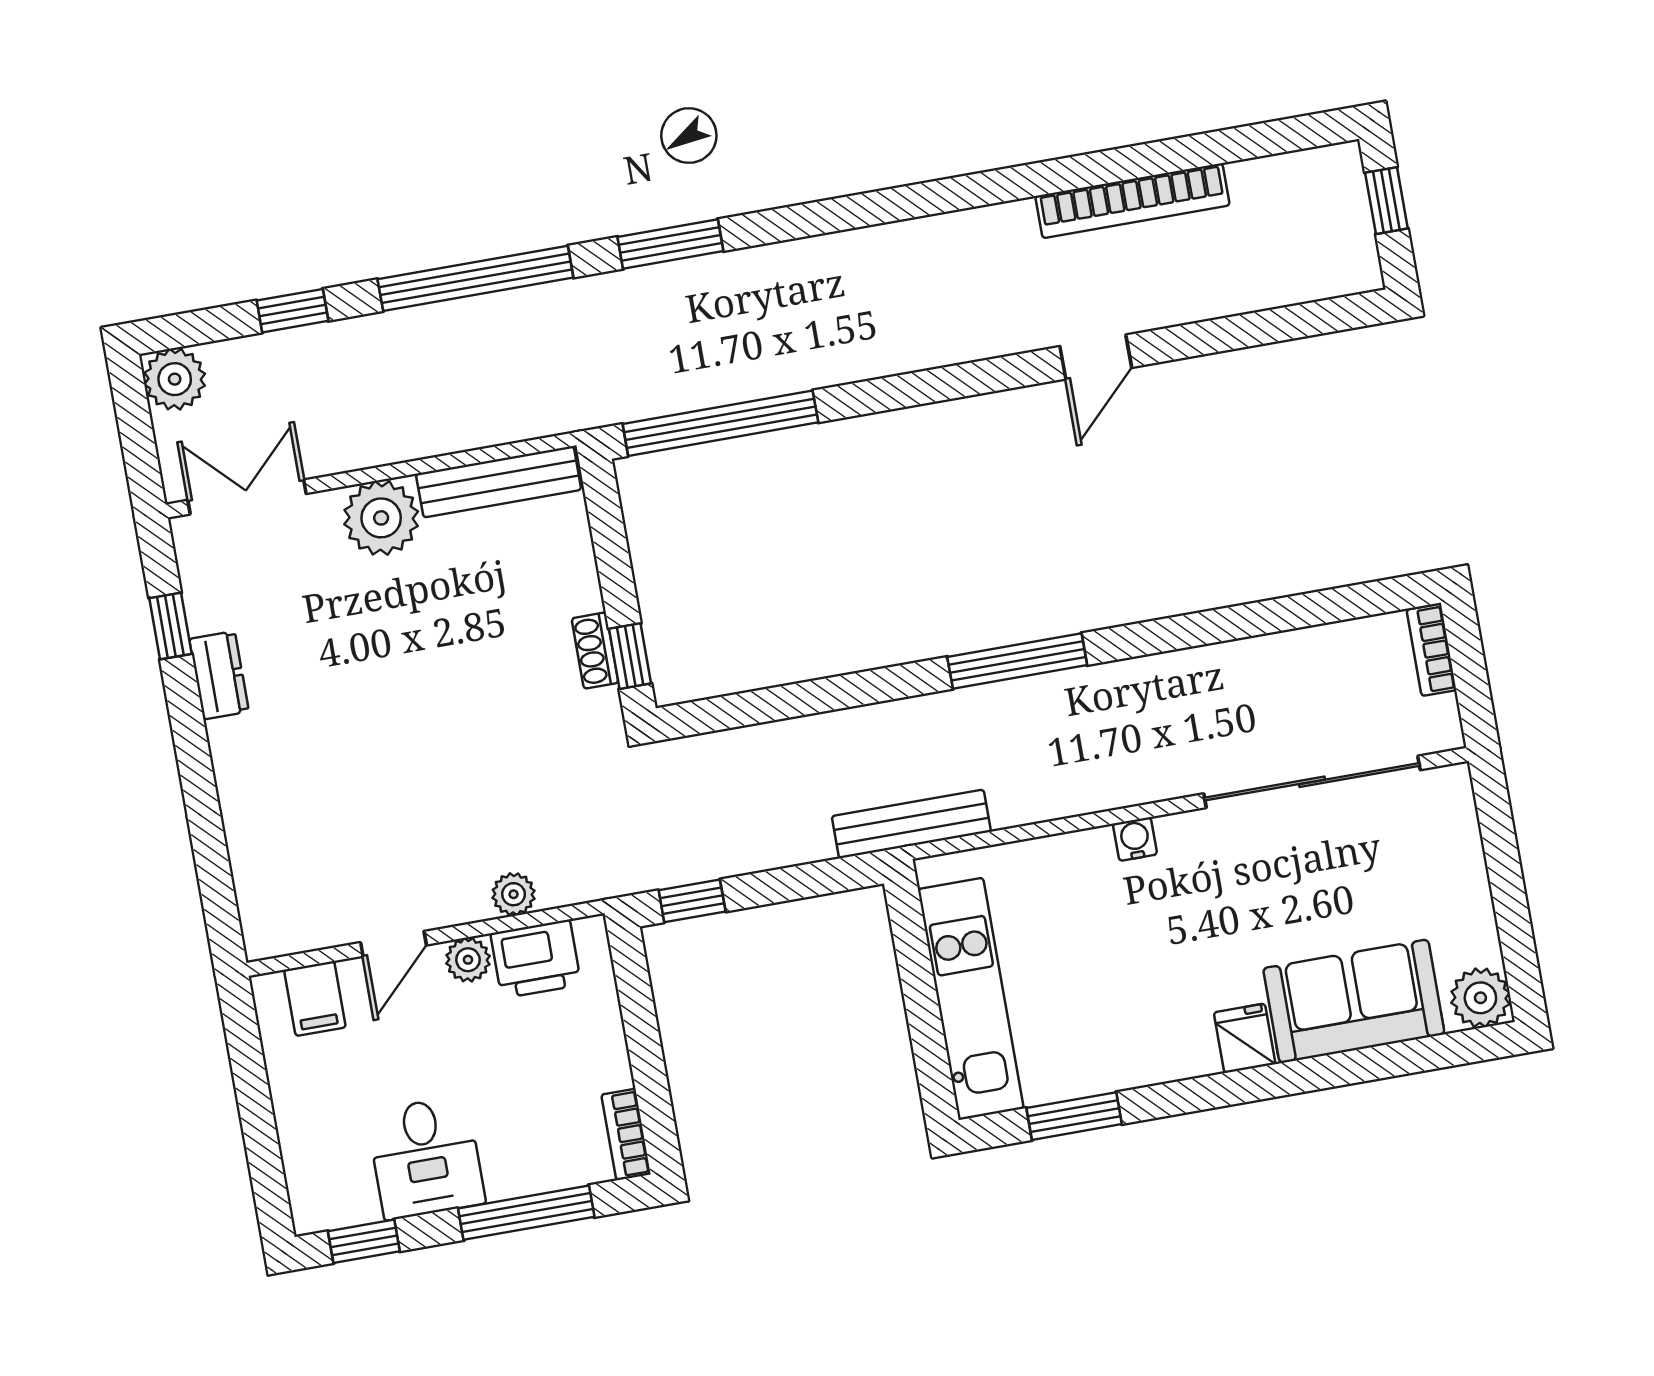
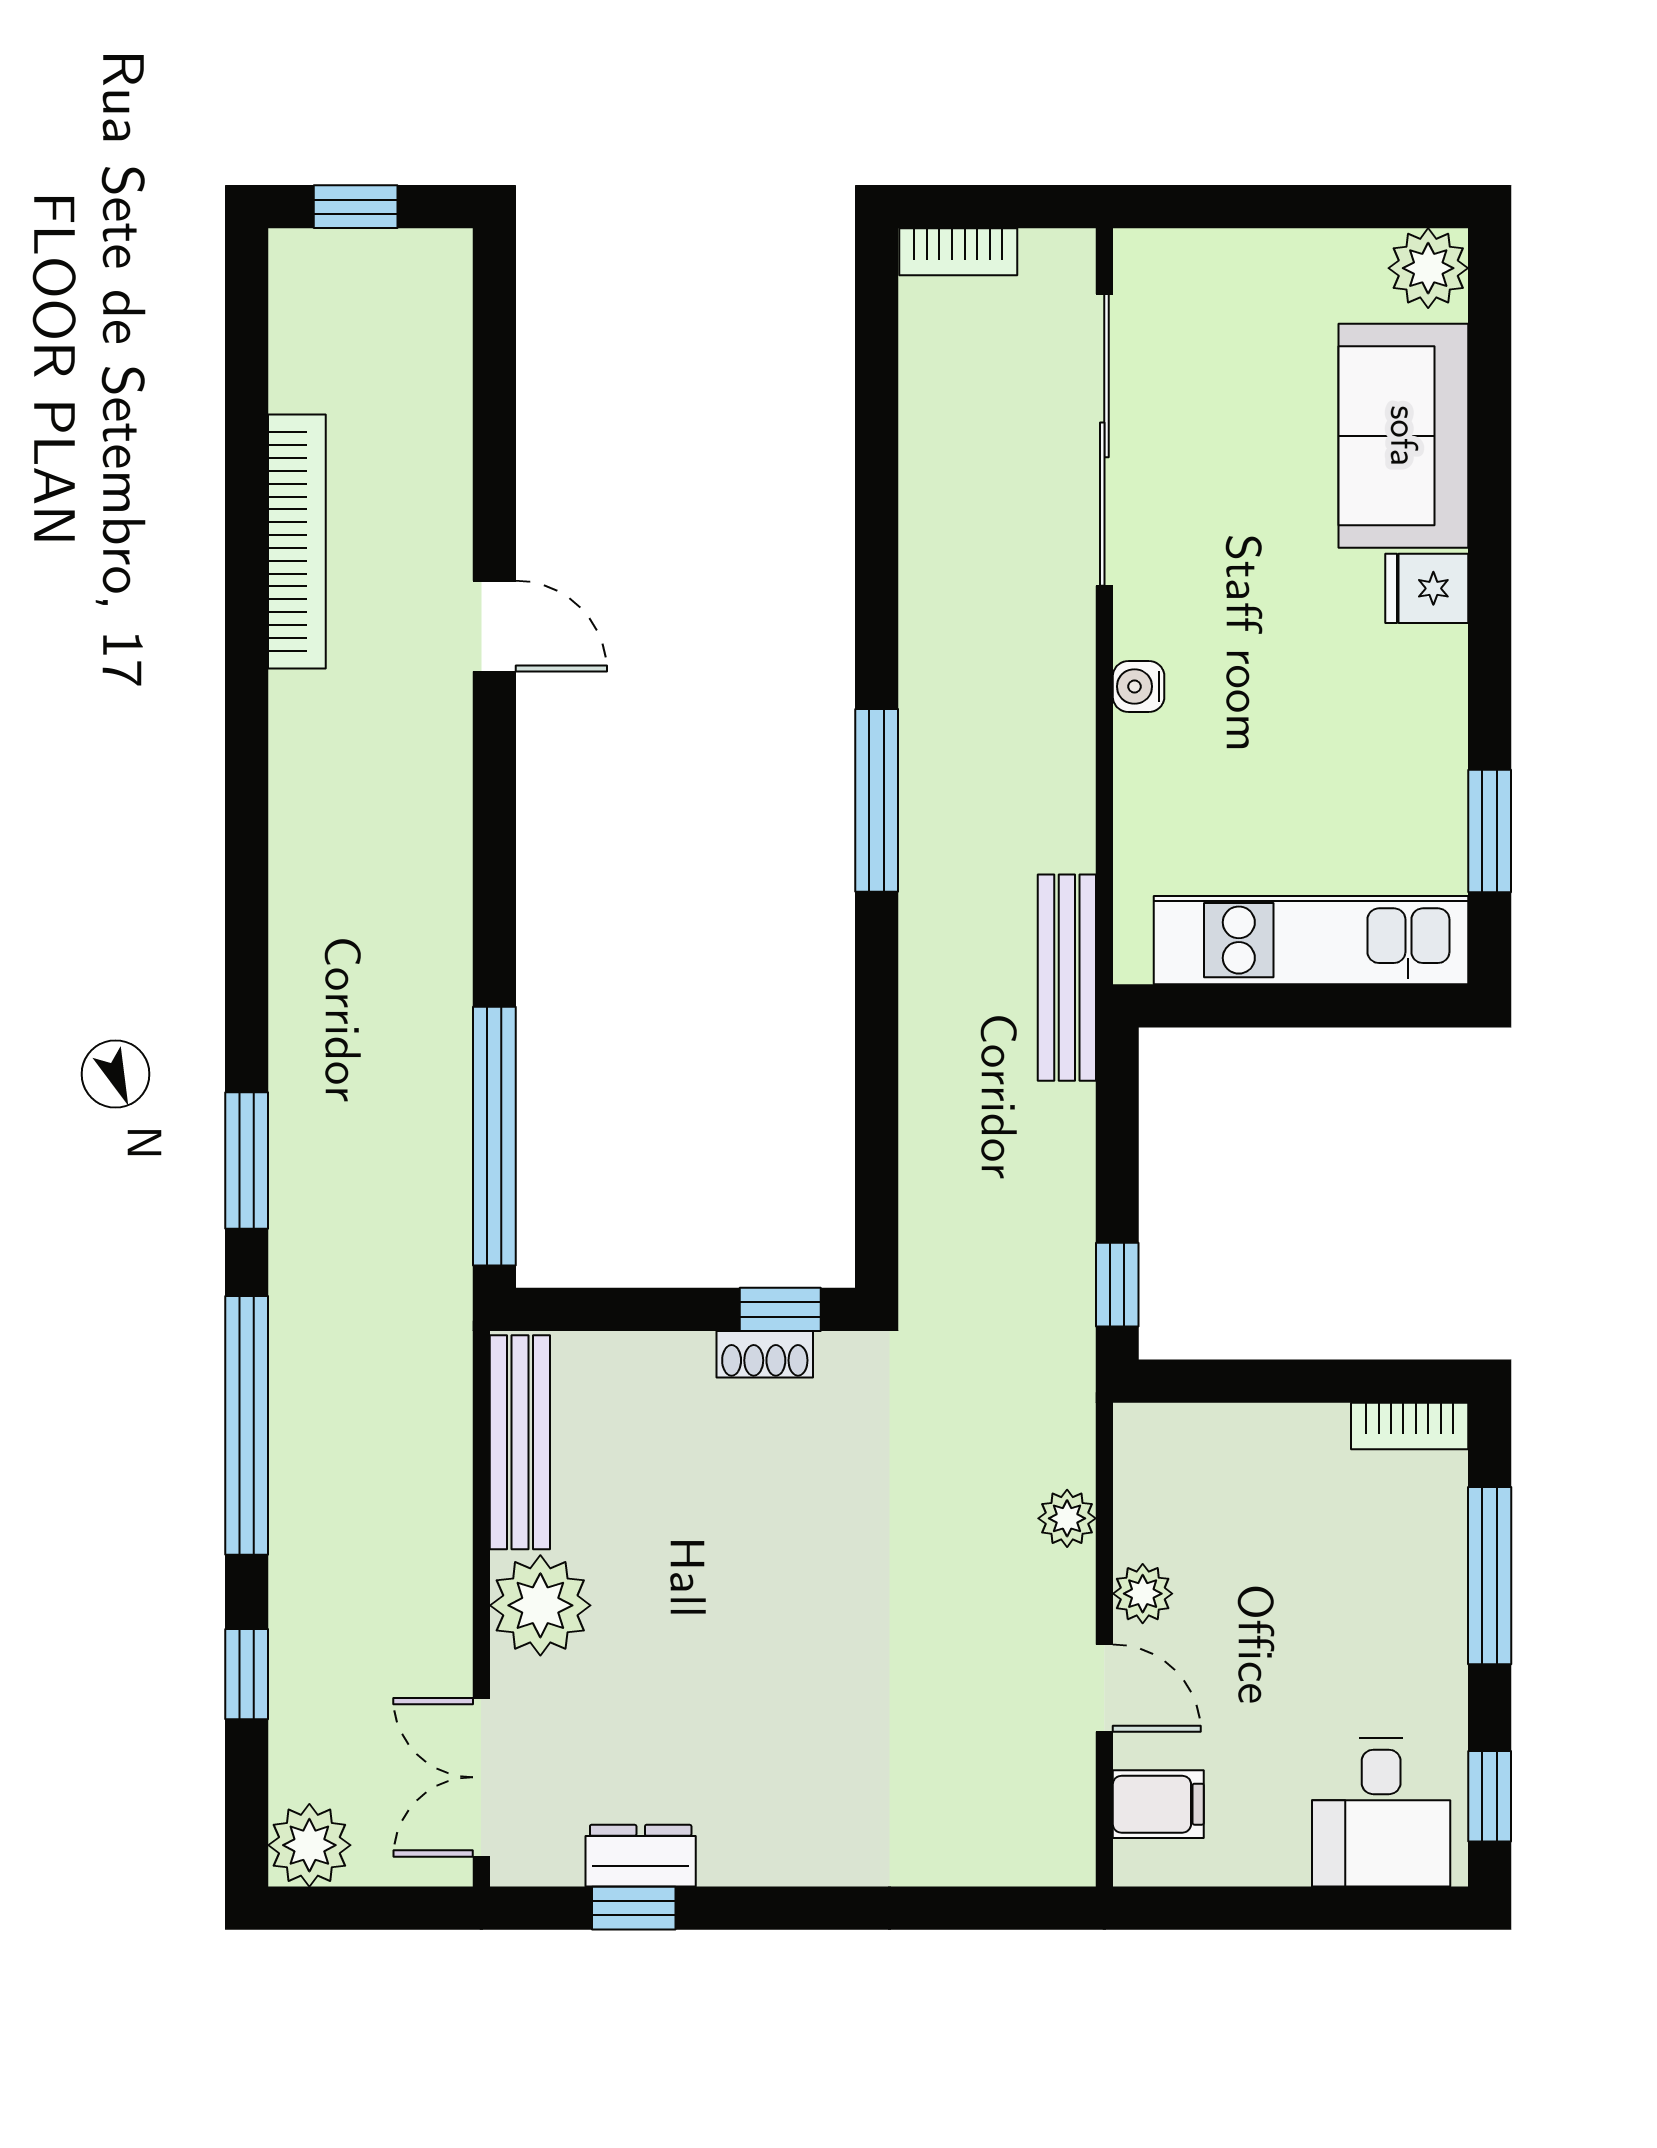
dresser: (219, 675) -> (641, 1856), moved
printer: (536, 959) -> (1158, 1504), removed
desk: (426, 1158) -> (1381, 1812), moved, turned 90

